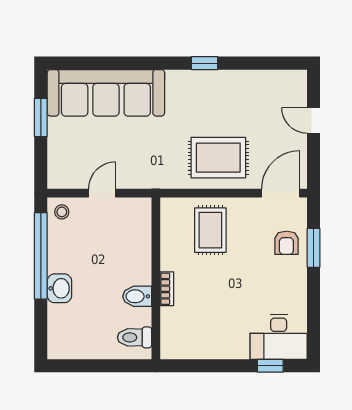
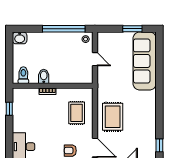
window: (204, 63) -> (159, 145), moved
rug: (210, 230) -> (77, 113), turned 90
washbasin: (59, 288) -> (20, 38), moved
window: (270, 366) -> (9, 109), moved

